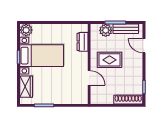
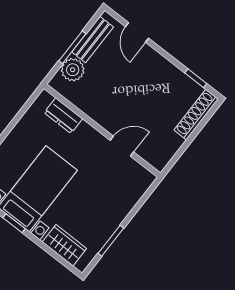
door: (144, 46) -> (137, 32), hinge flipped
rug: (109, 60) -> (119, 97), removed

